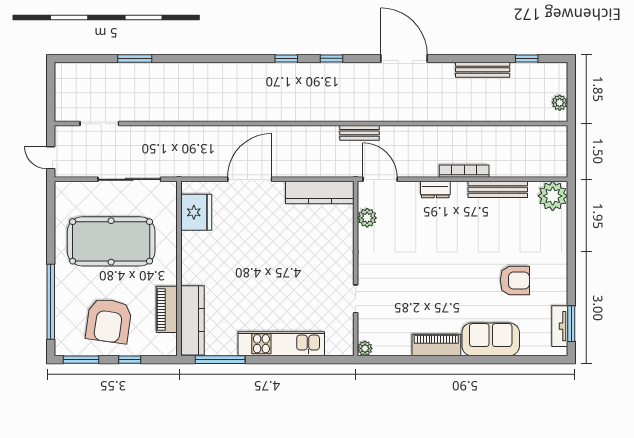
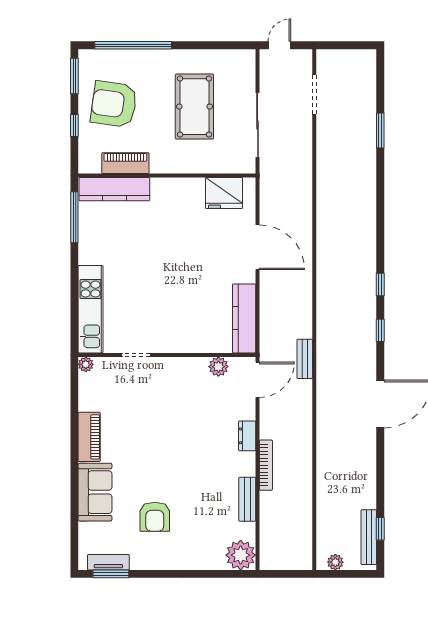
bench: (483, 70) -> (369, 537), moved
bench: (498, 189) -> (247, 499), width x0.73
pool table: (111, 241) -> (194, 107), width x0.73, depth x0.76
kitchen unit: (281, 344) -> (91, 309), moved

